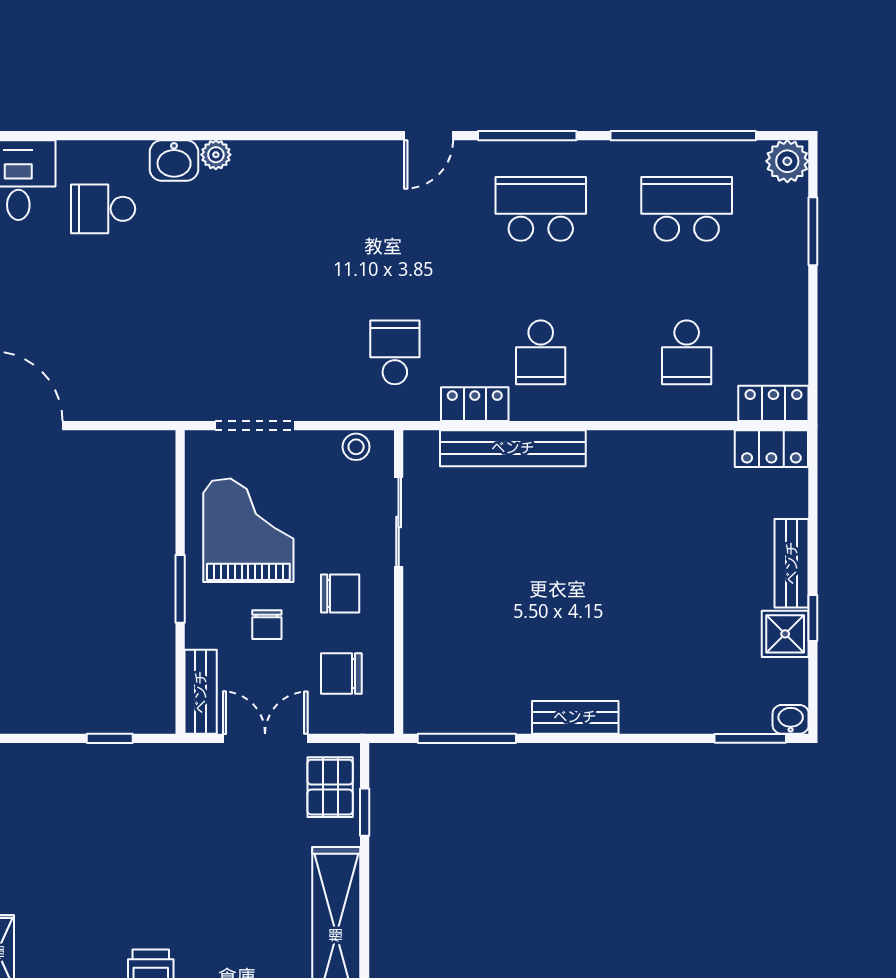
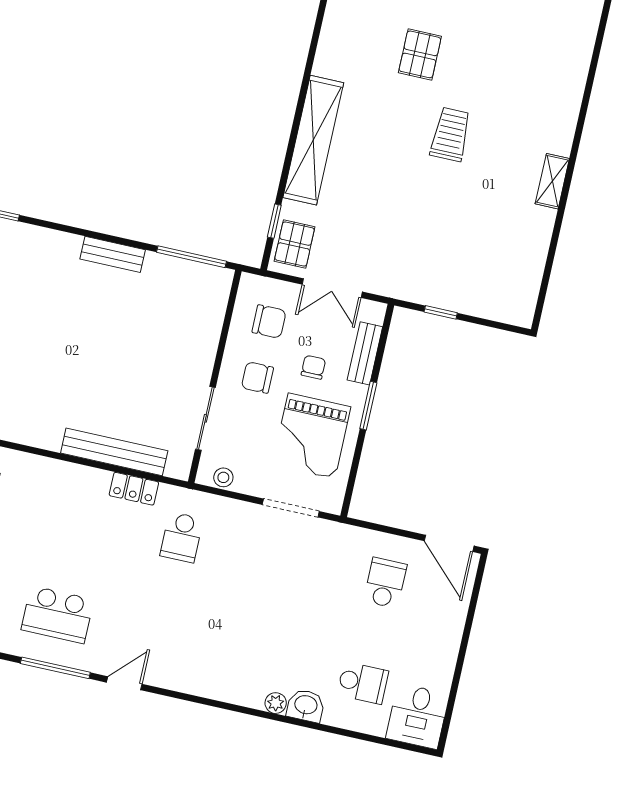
school desk: (541, 352) -> (385, 583), moved
bench: (201, 692) -> (365, 353), moved

